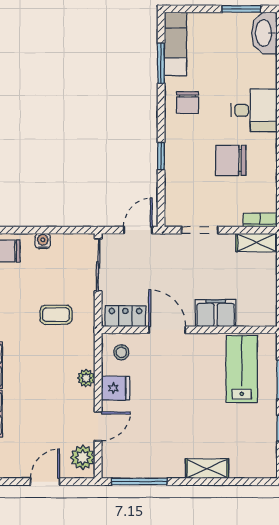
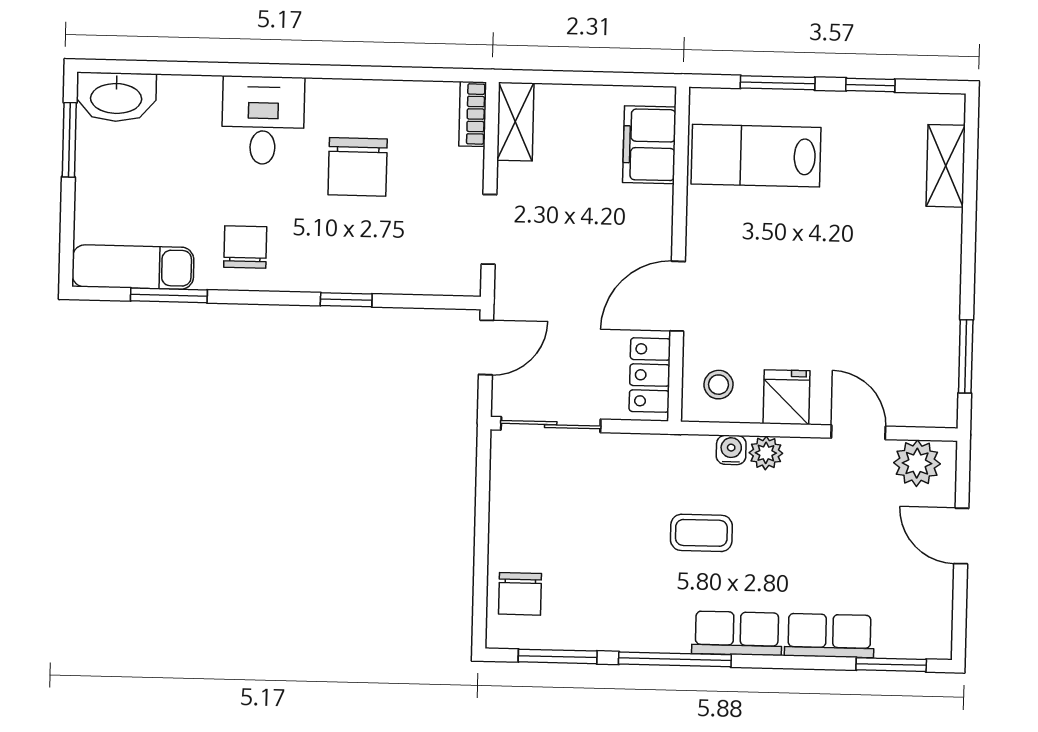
chair: (187, 103) -> (245, 247), turned -90
door: (138, 230) -> (486, 347), swing flipped
water cooler: (43, 241) -> (731, 450), moved, turned 90
filing cabinet: (216, 313) -> (649, 145), moved
coffee table: (56, 315) -> (701, 533), moved, turned 90
shelving: (207, 469) -> (946, 166), moved
window: (139, 482) -> (966, 356), width x0.69

